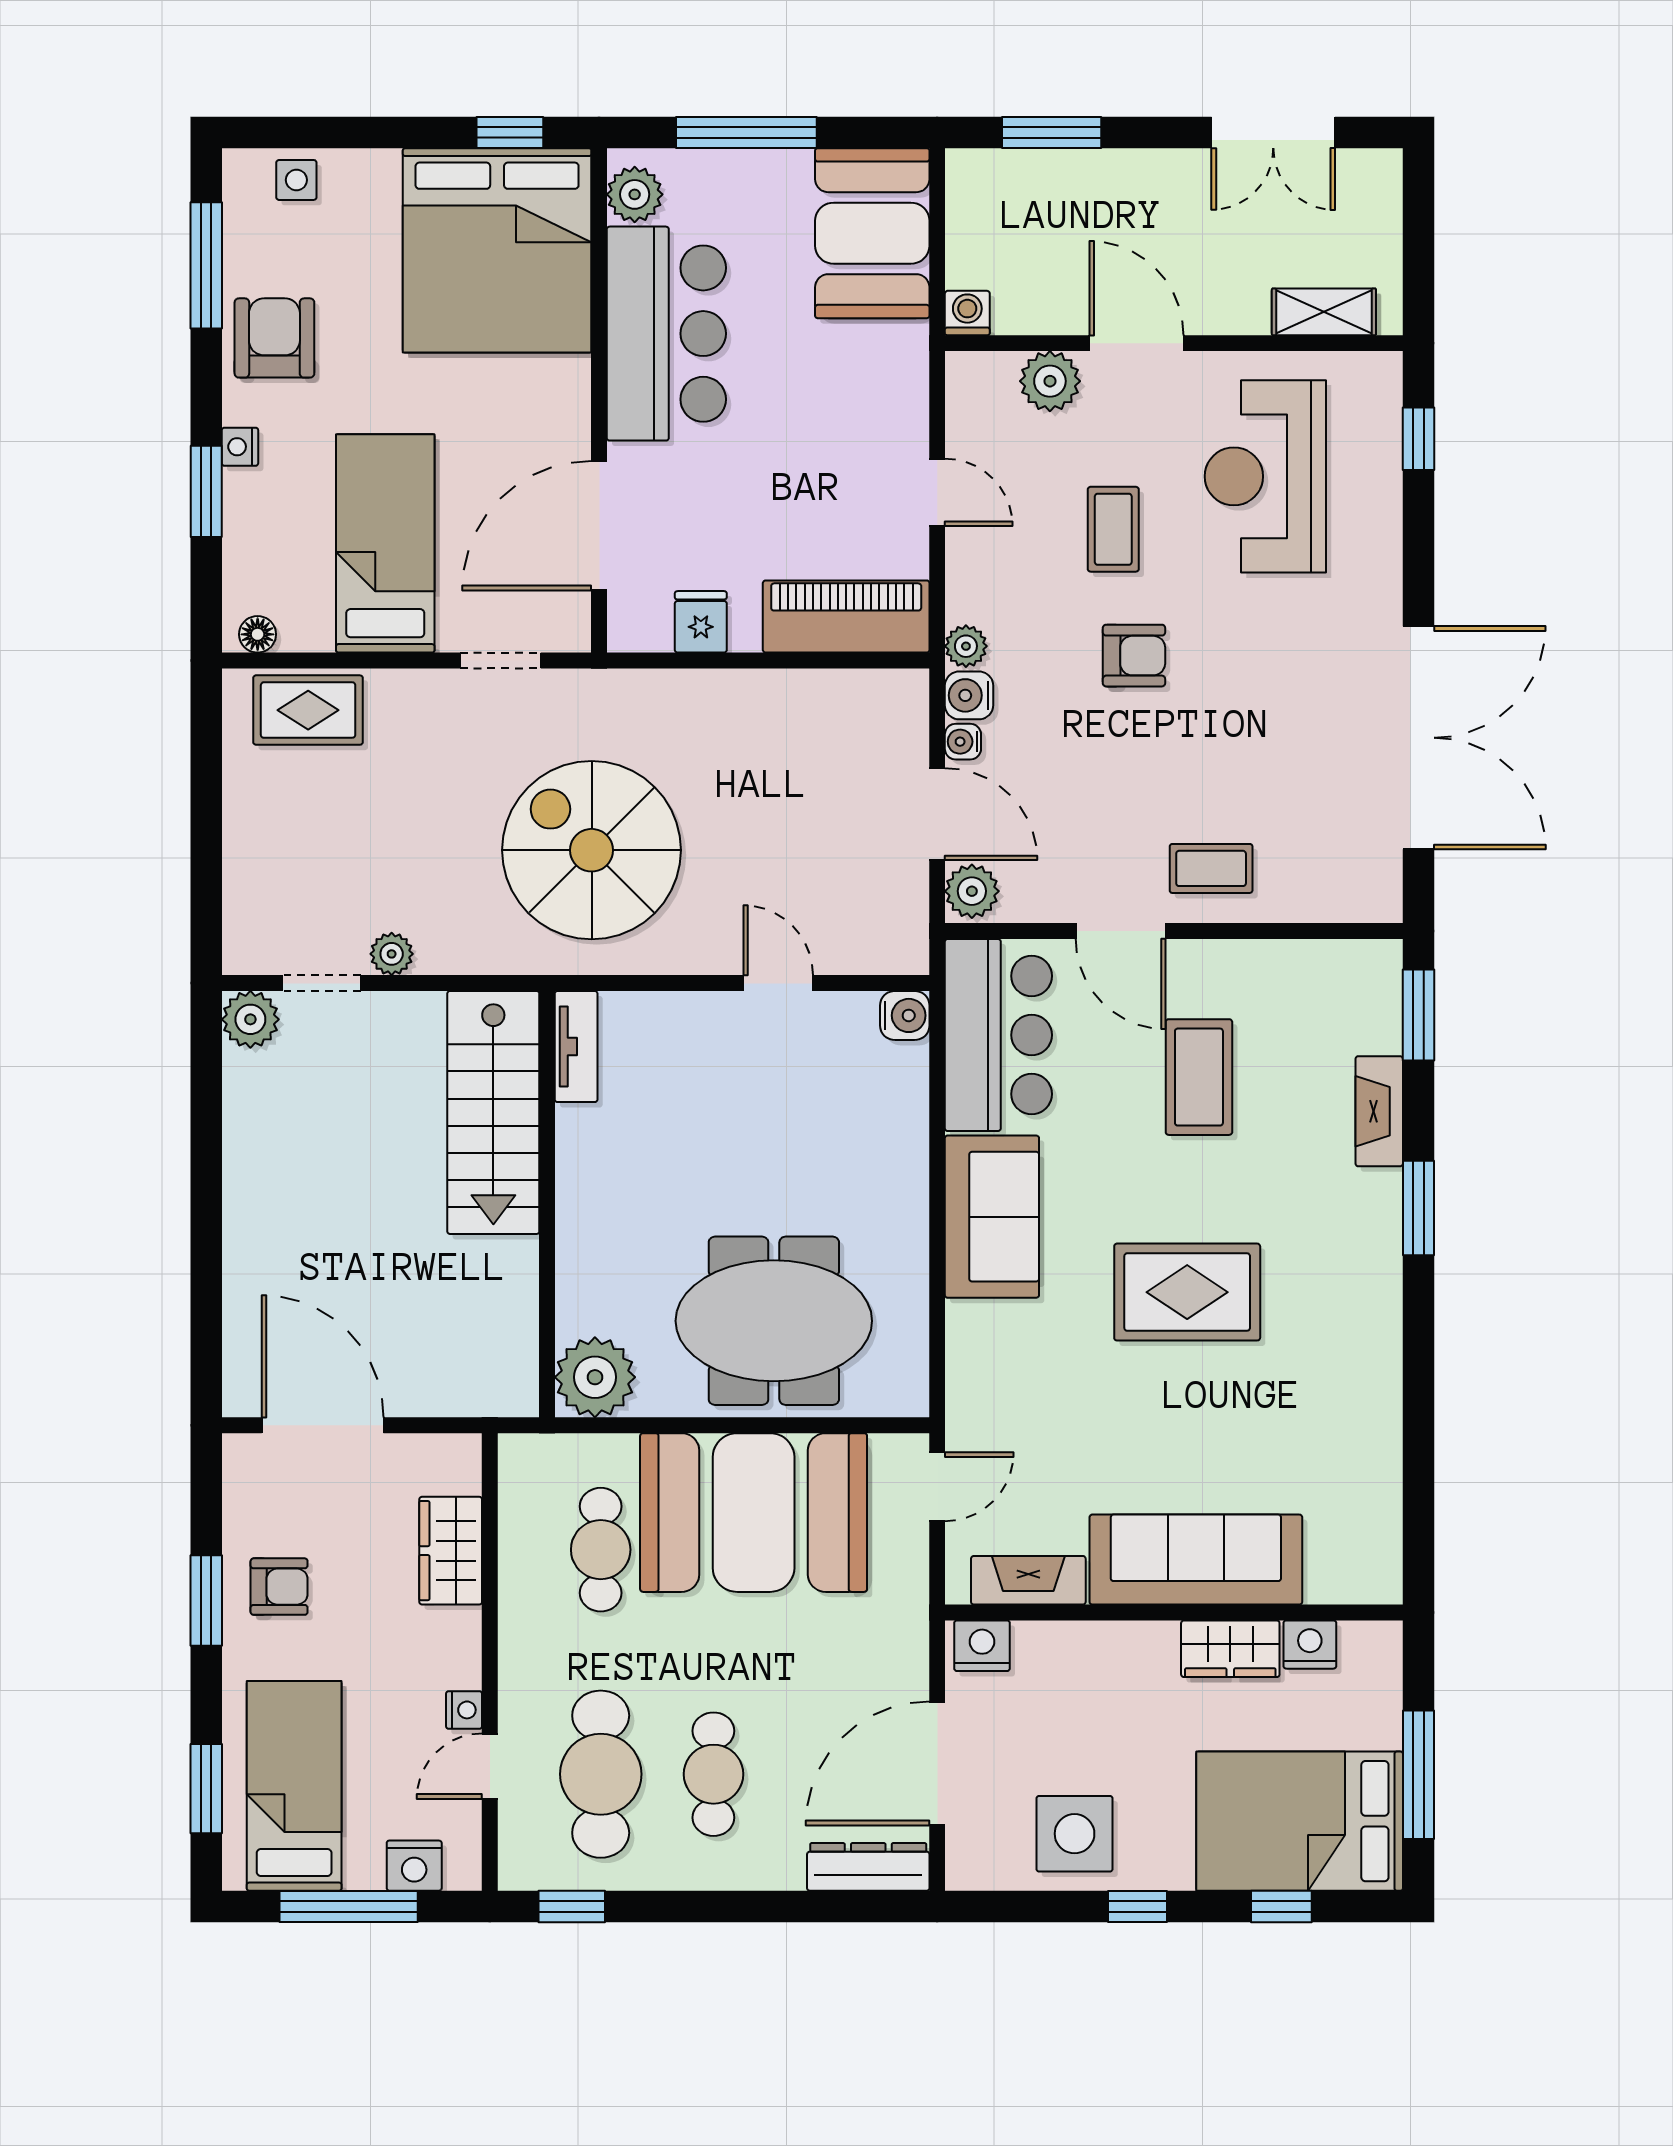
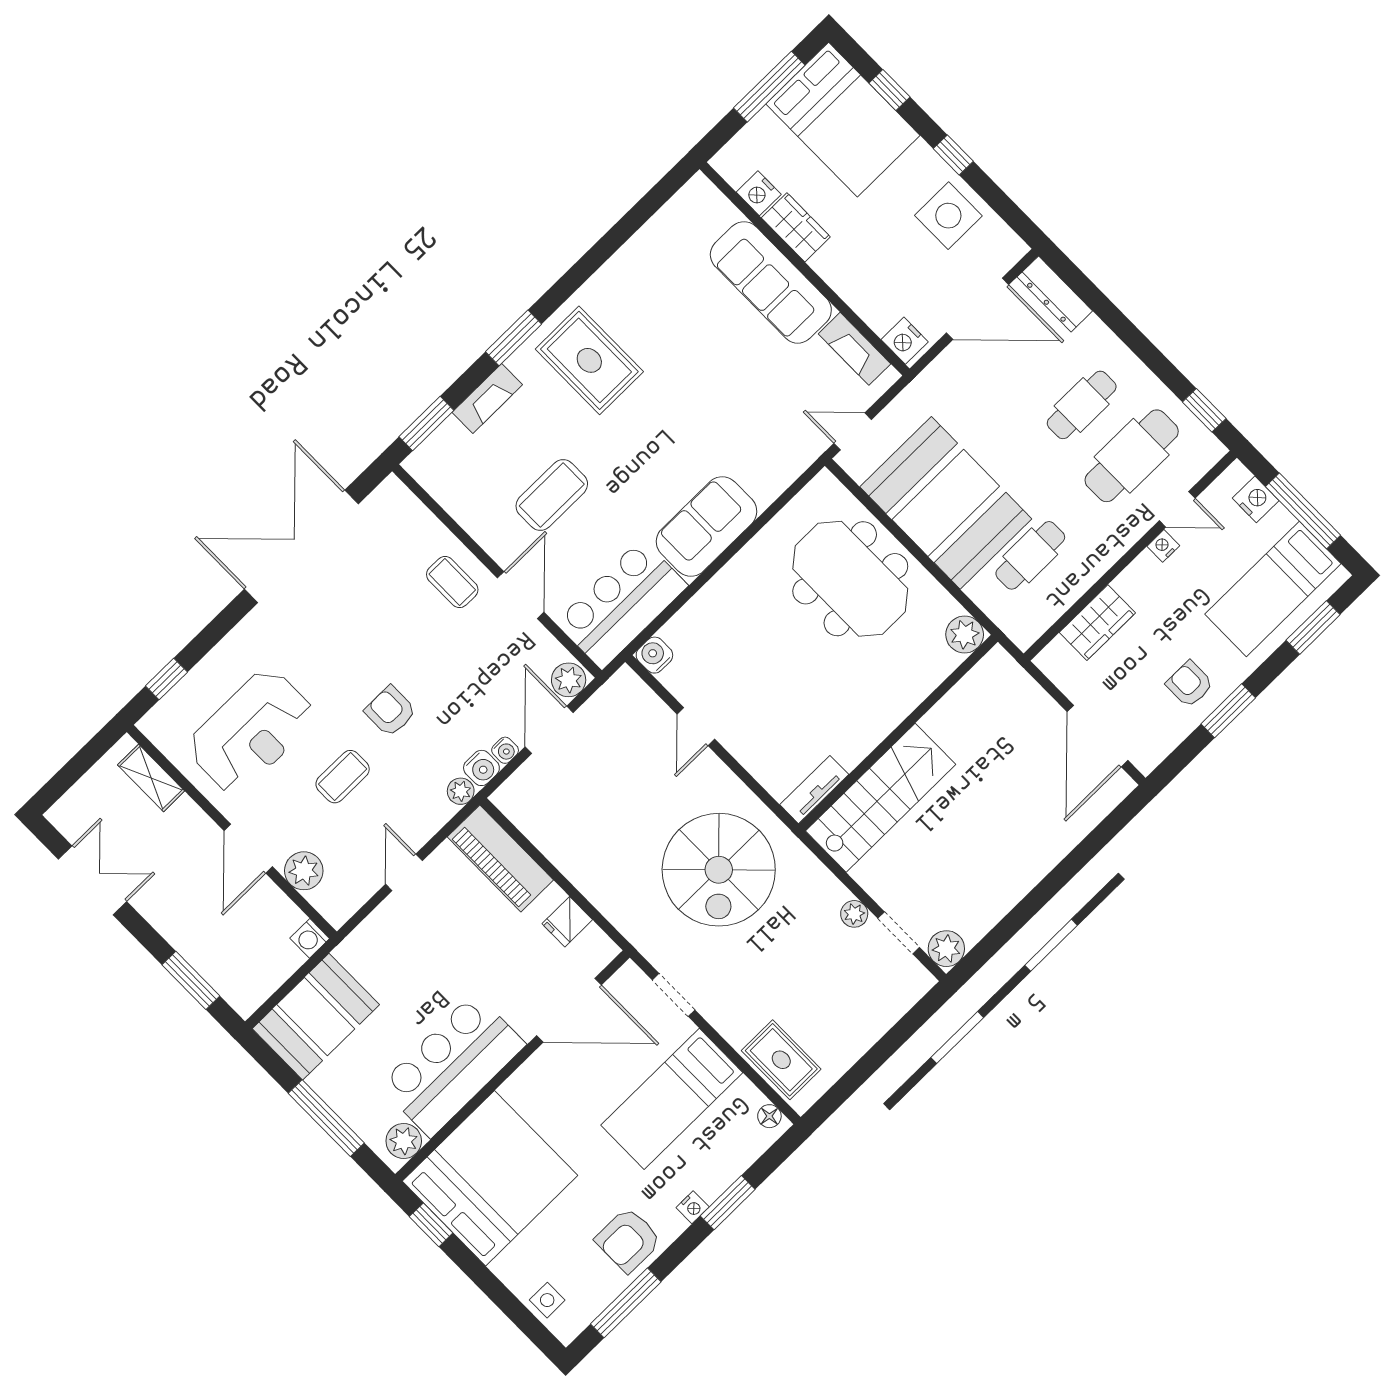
rug: (1187, 1292) -> (589, 360), moved
plant: (595, 1377) -> (965, 635), width x0.73, depth x0.73

